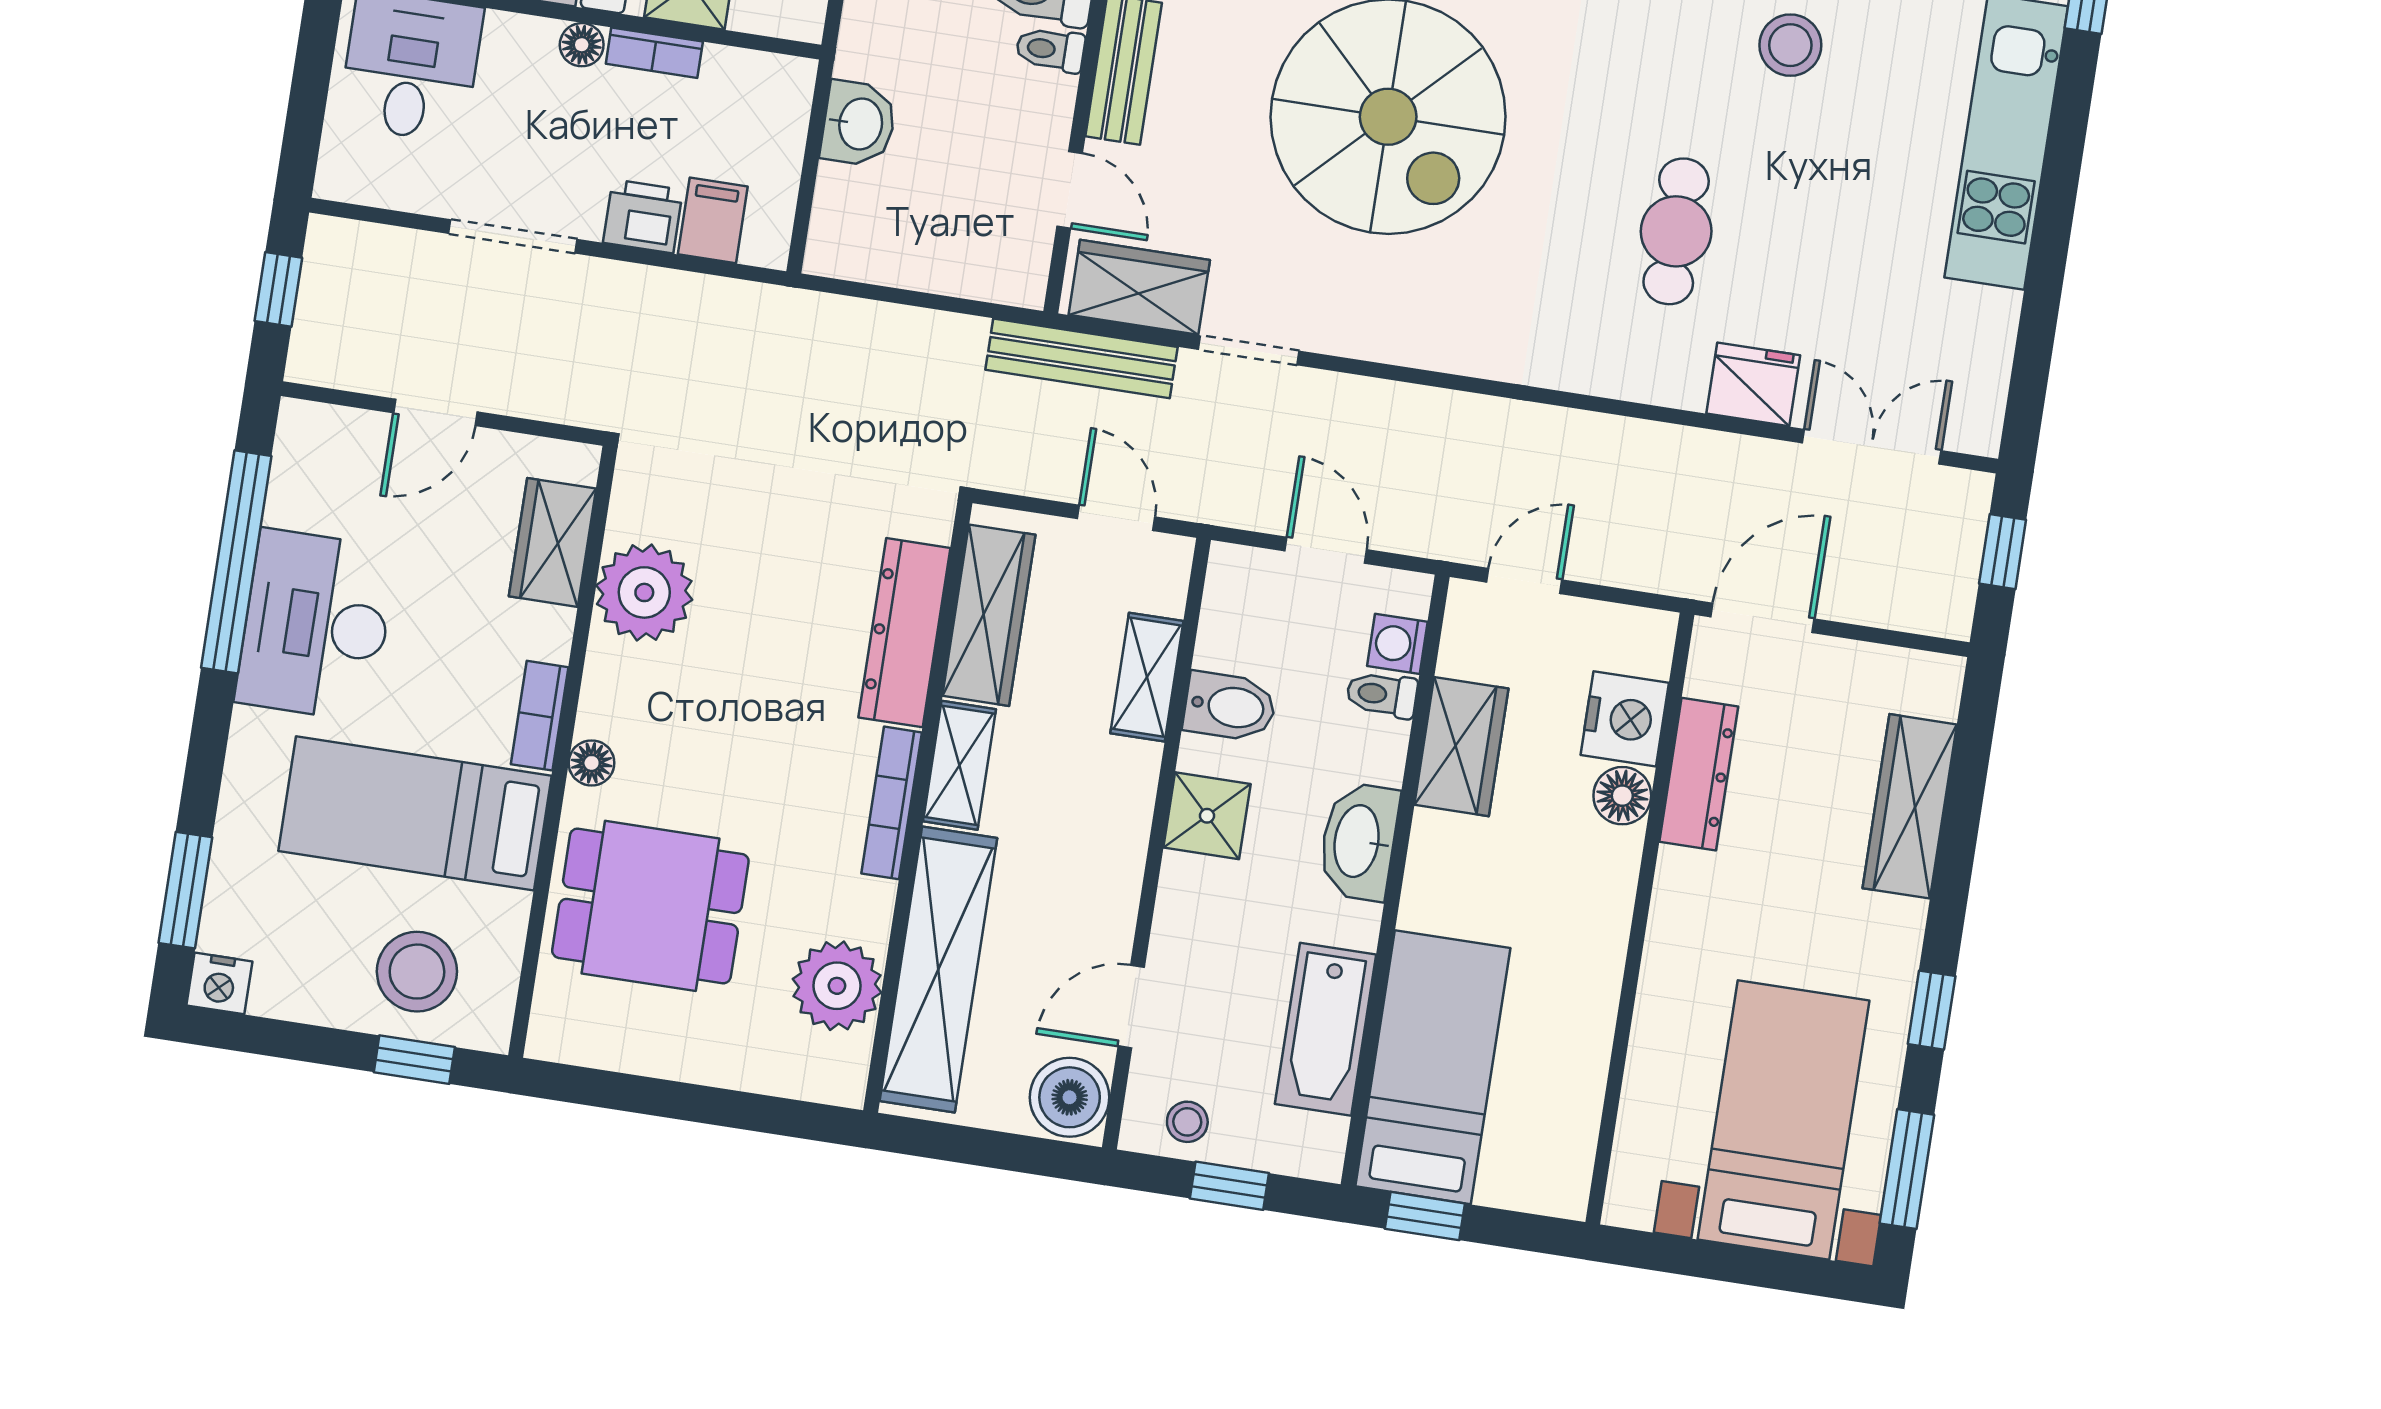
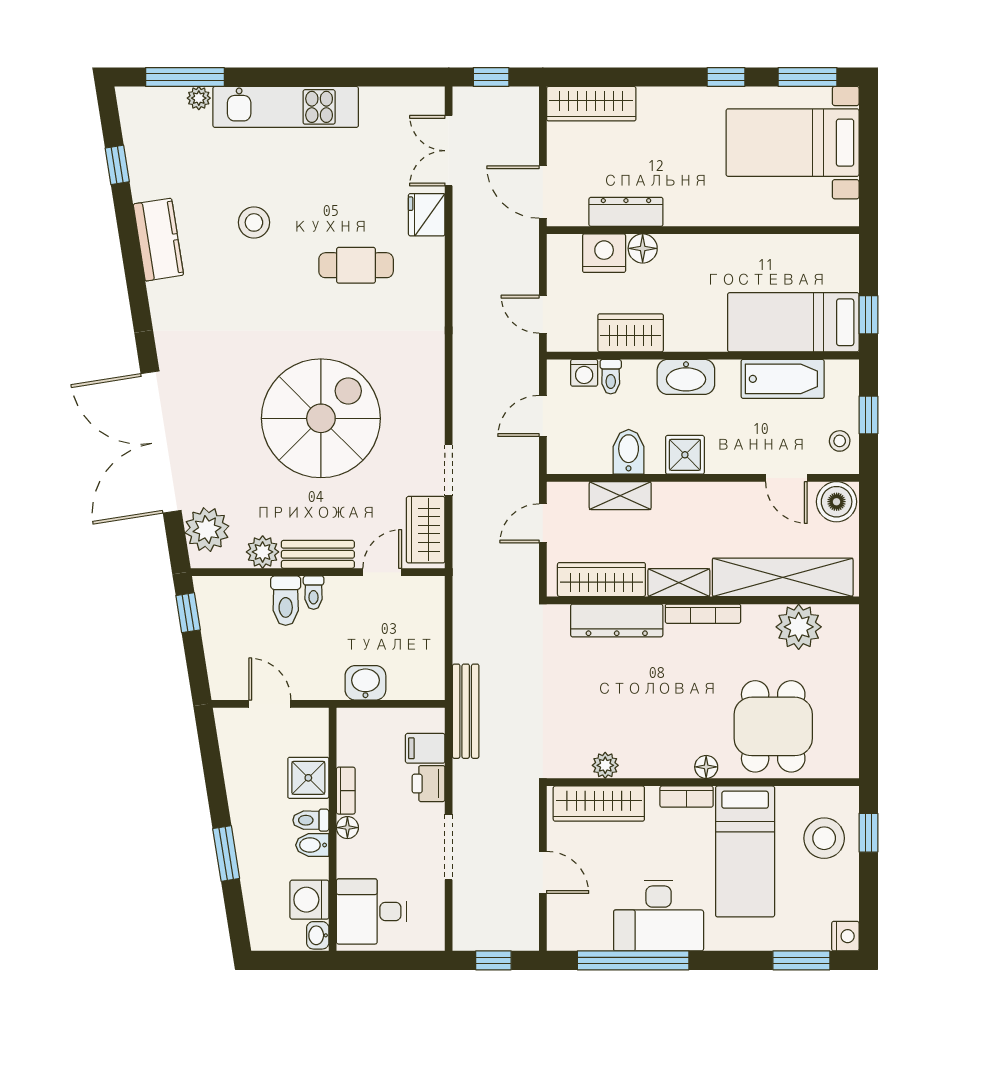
bench: (1081, 358) -> (466, 711), moved
wardrobe: (552, 542) -> (599, 804), width x1.50
plant: (644, 592) -> (605, 765), width x0.53, depth x0.53
wardrobe: (1910, 806) -> (591, 104), moved

